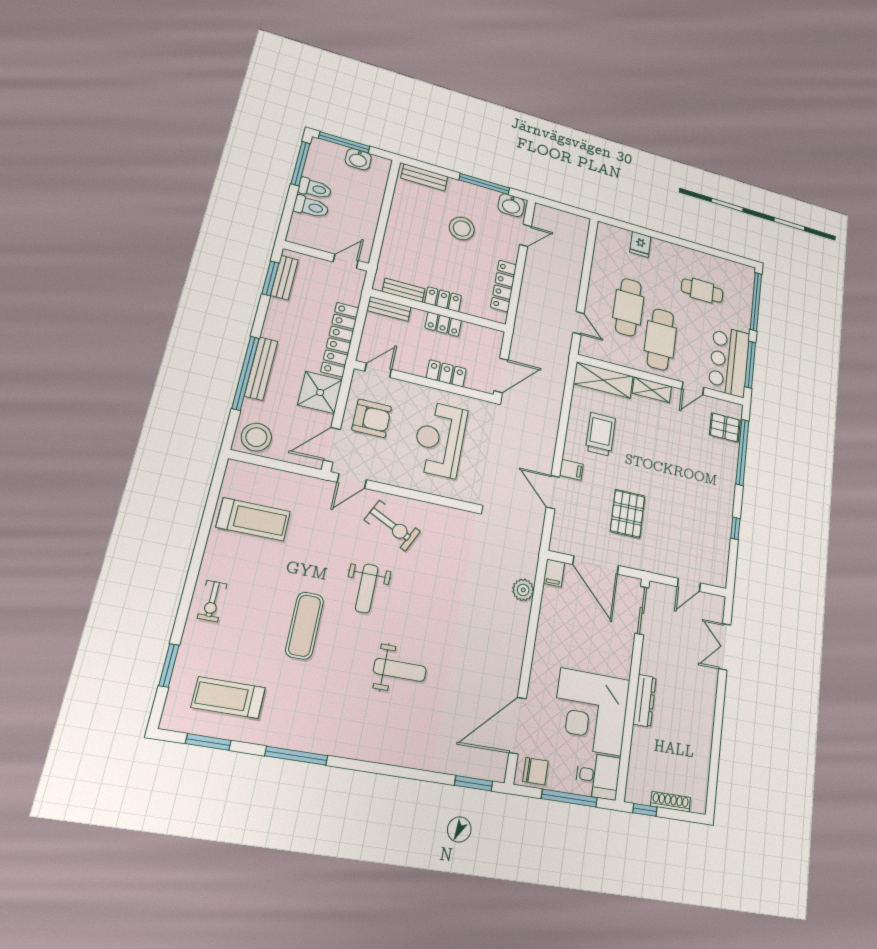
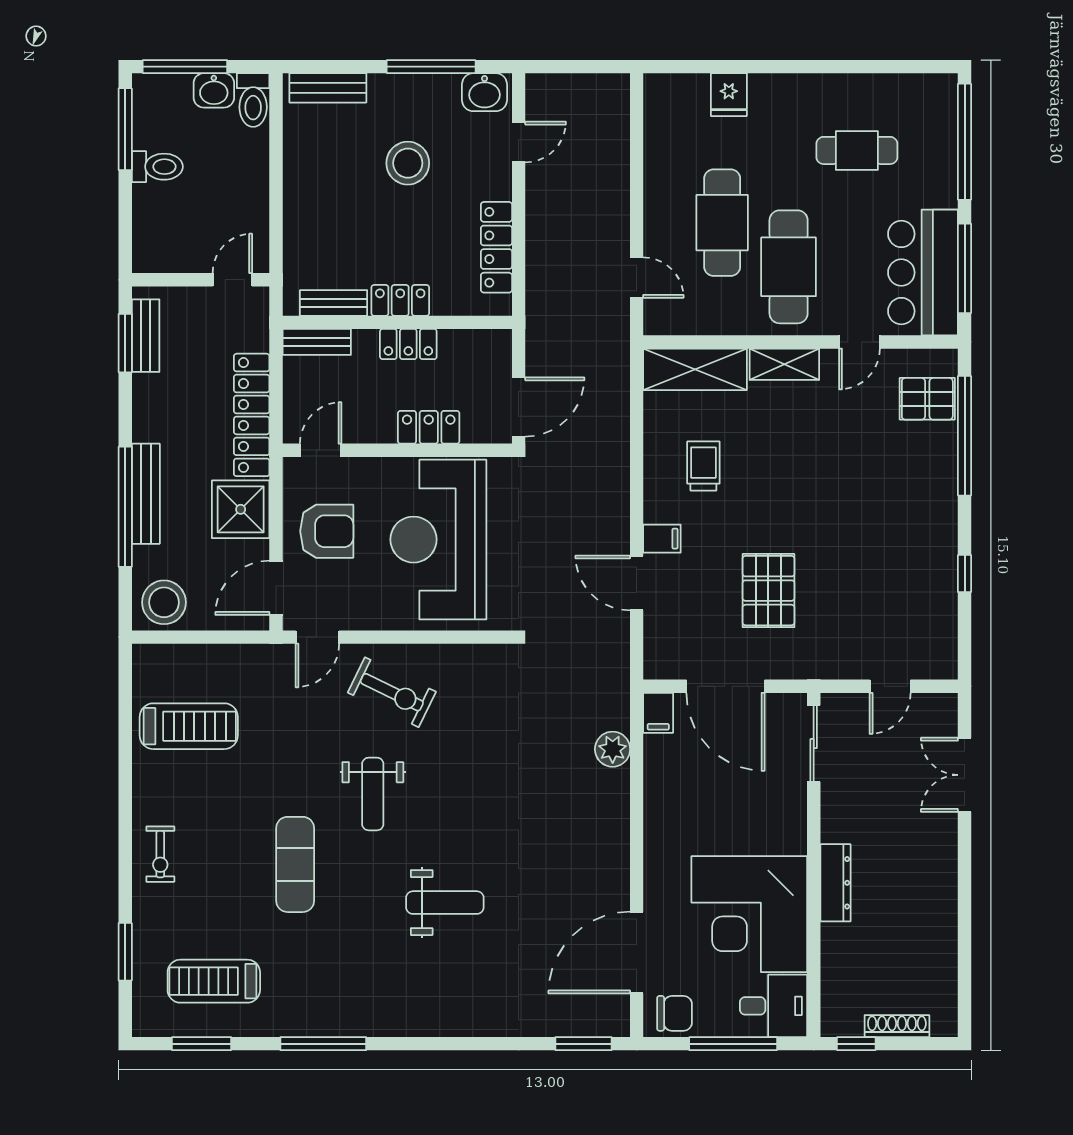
toilet: (311, 207) -> (253, 100), moved, turned 90
trolley: (601, 434) -> (703, 466), width x0.73, depth x0.72
reception desk: (440, 439) -> (438, 540), width x1.36, depth x1.30

